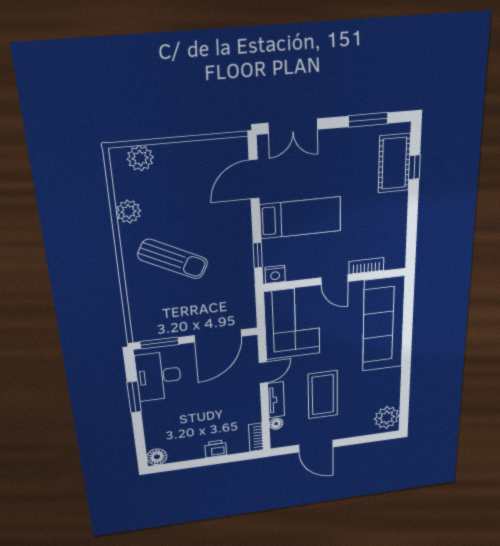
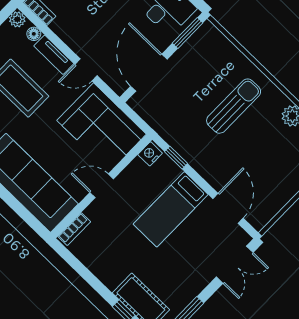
double door: (293, 126) -> (235, 265), swing flipped
sun lounger: (173, 259) -> (234, 106), turned 153
bookcase: (366, 266) -> (74, 229), moved
door: (263, 373) -> (86, 70), hinge flipped
plant: (278, 441) -> (17, 19), added

